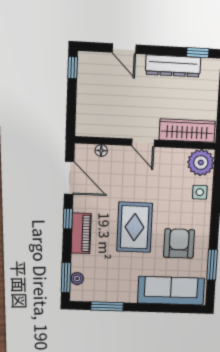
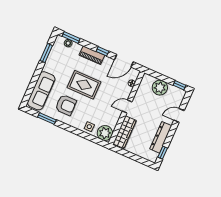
plant: (90, 100) -> (160, 88), added

